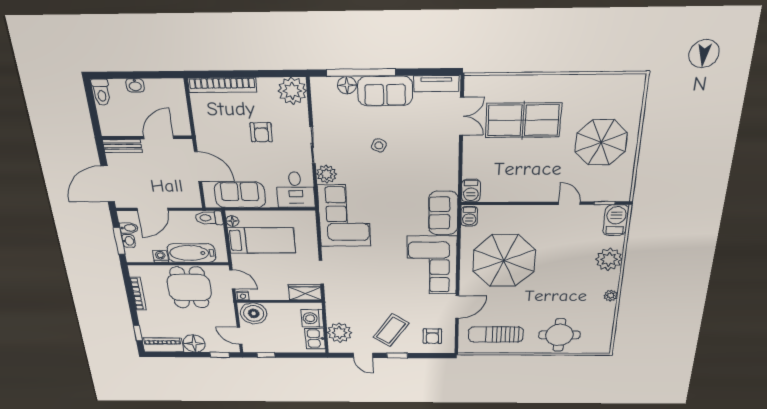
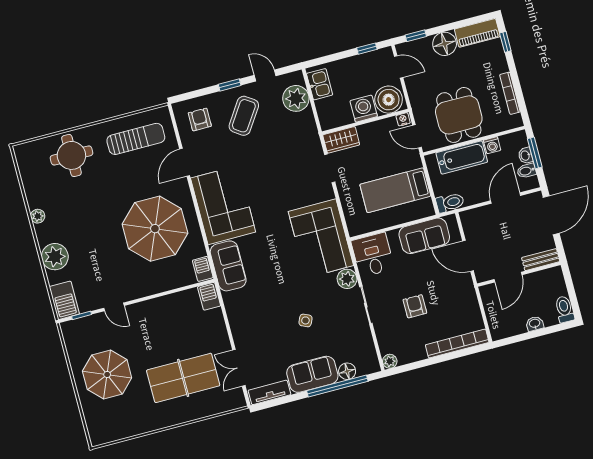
plant: (292, 91) -> (390, 361), width x0.53, depth x0.53
floor lamp: (232, 221) -> (427, 205), removed
washing machine: (312, 318) -> (364, 109), moved, turned -90

